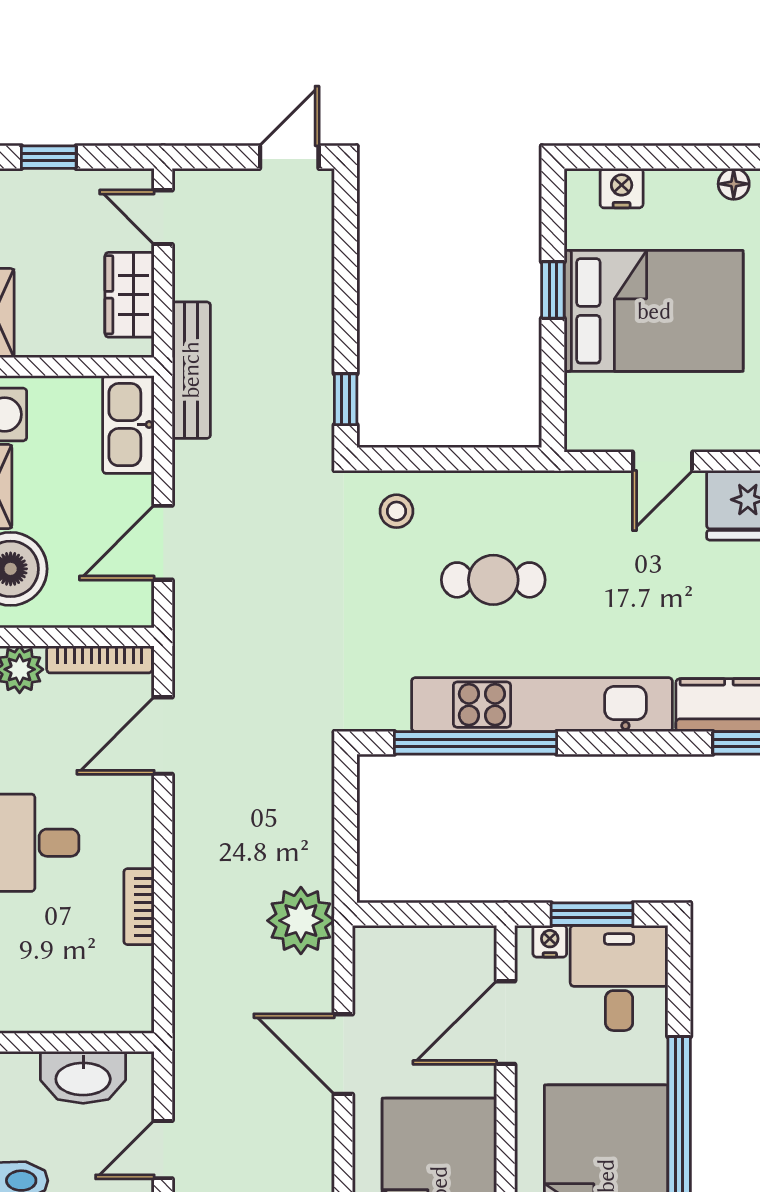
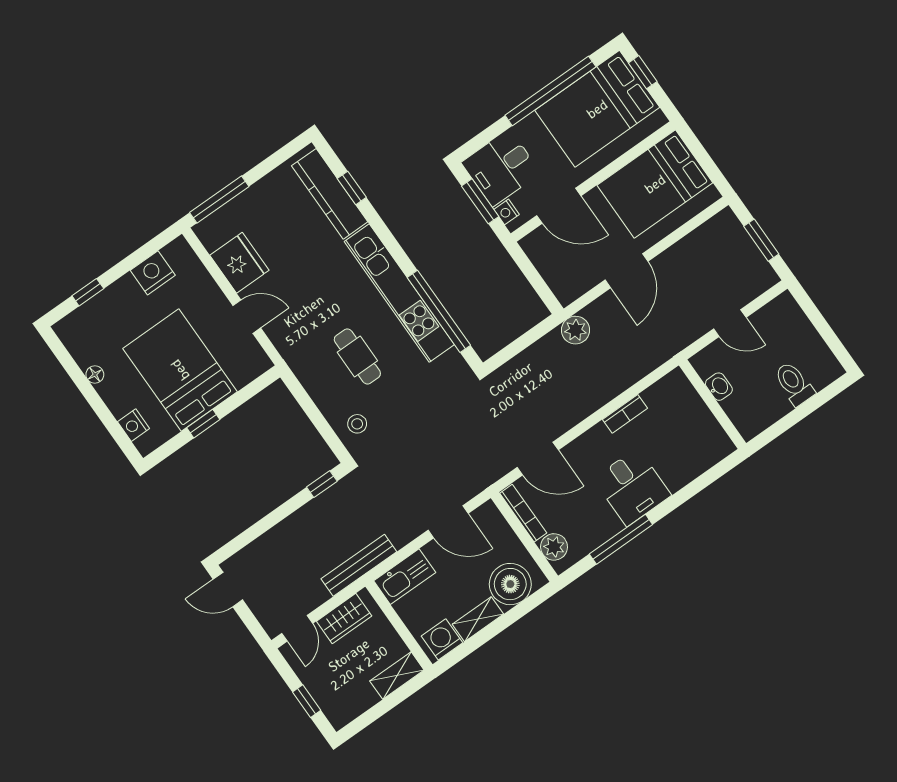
plant: (301, 921) -> (576, 330), width x0.73, depth x0.73
washbasin: (83, 1077) -> (719, 387), width x0.52, depth x0.69

